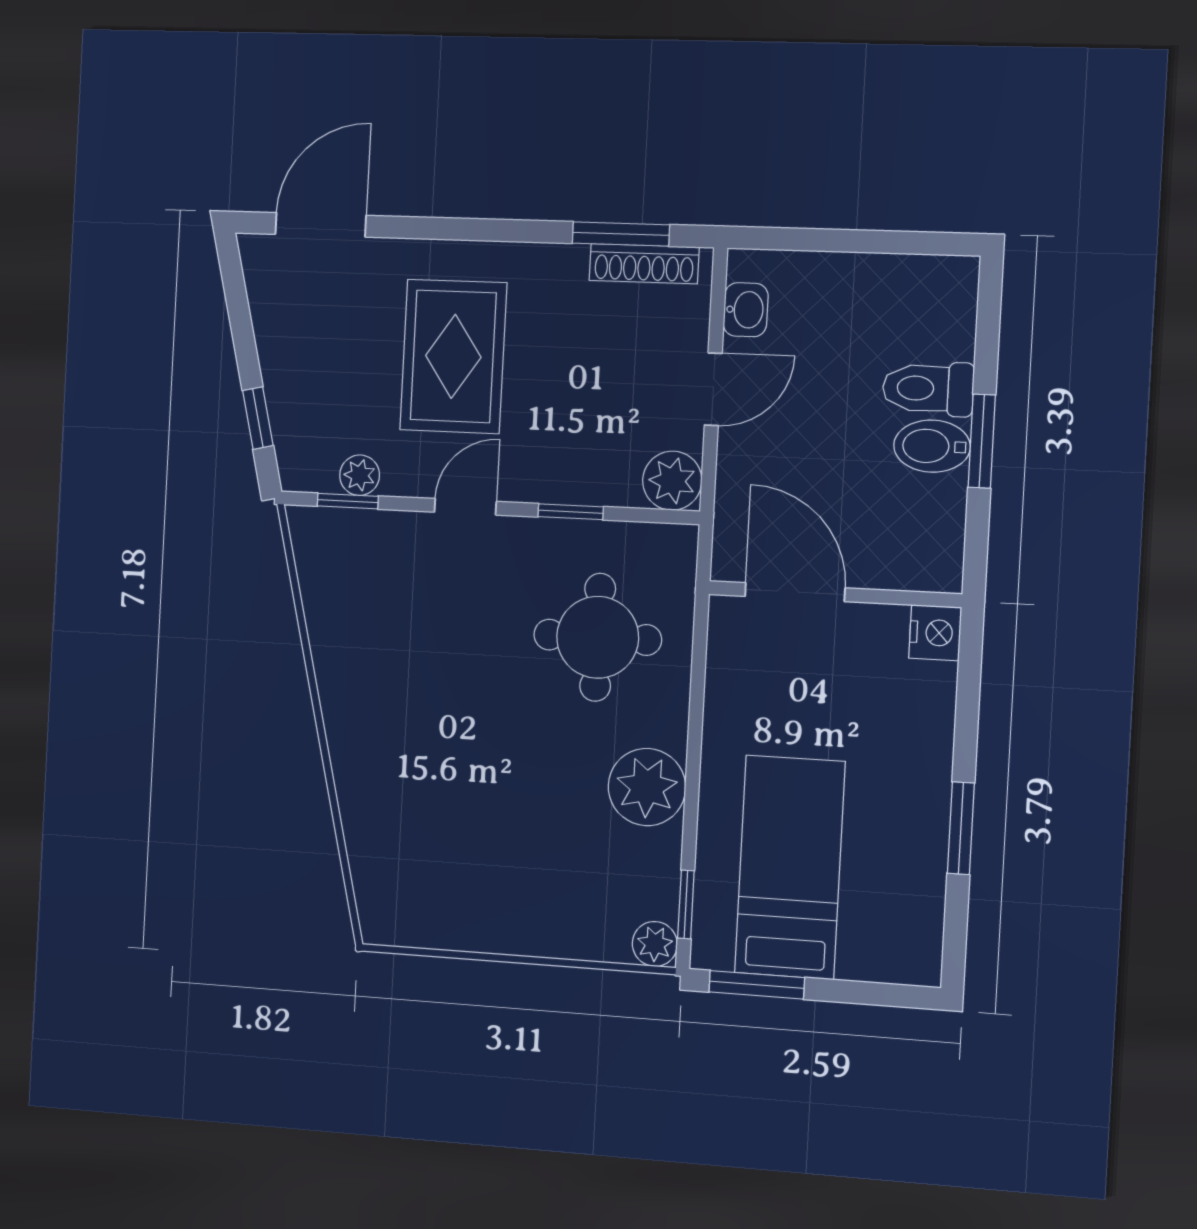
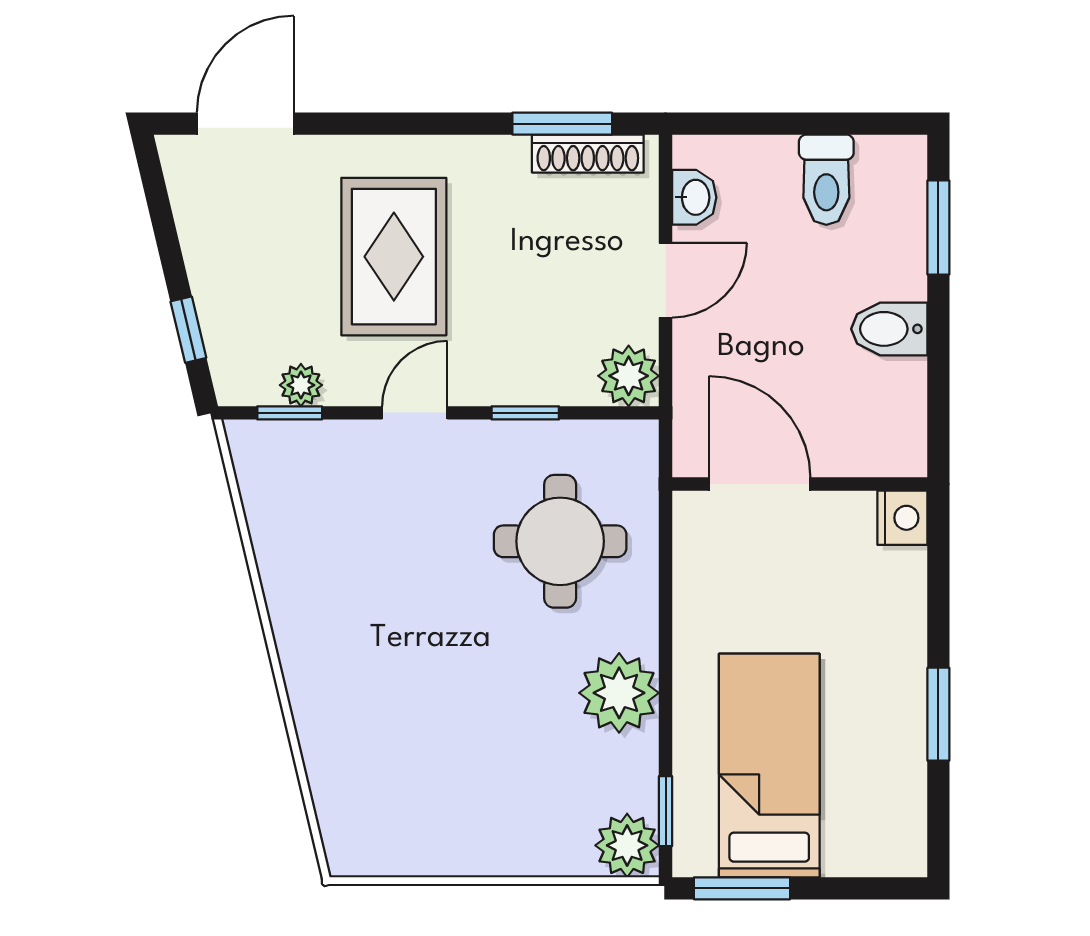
toilet: (928, 389) -> (826, 180), moved, turned -90
window: (982, 441) -> (938, 227), moved
plant: (655, 944) -> (627, 845), width x1.38, depth x1.38

